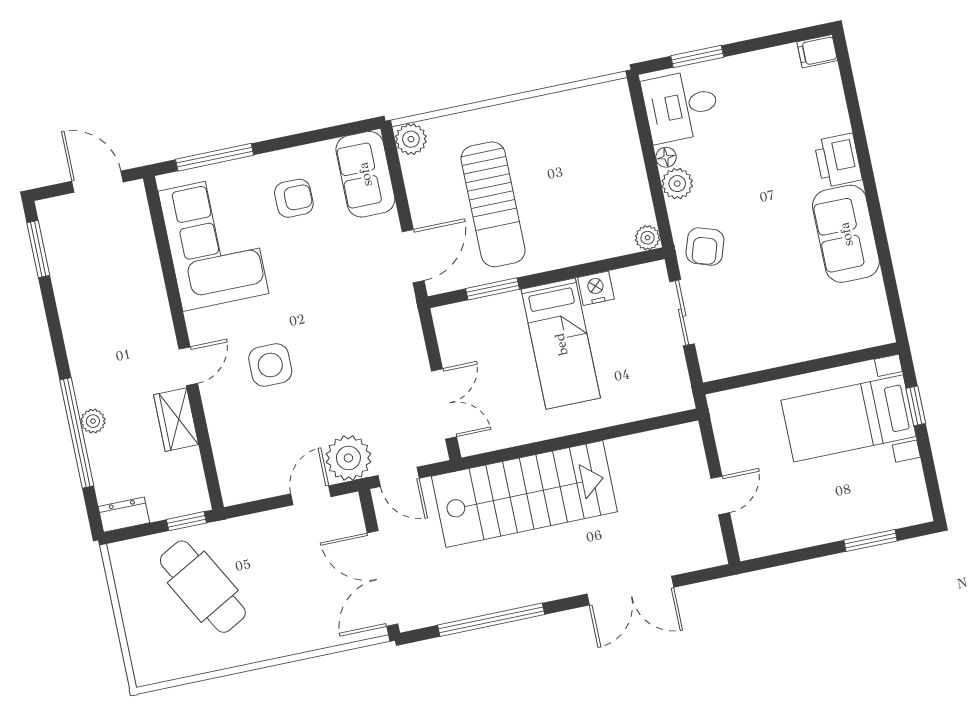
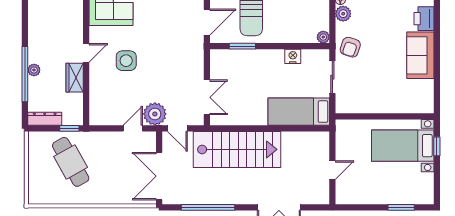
bed: (561, 344) -> (299, 112), moved, turned 90
dresser: (124, 515) -> (45, 119), width x1.44

